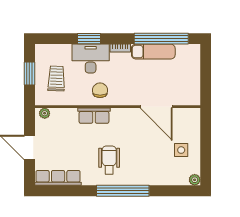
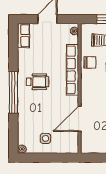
chair: (100, 90) -> (90, 63), moved
row of seats: (94, 116) -> (72, 70), width x2.02
row of seats: (58, 178) -> (24, 36), width x0.68

